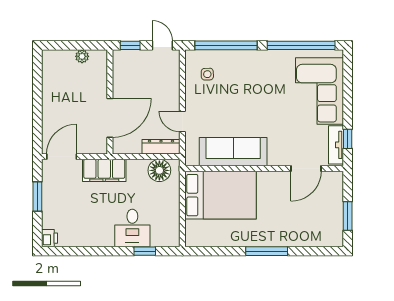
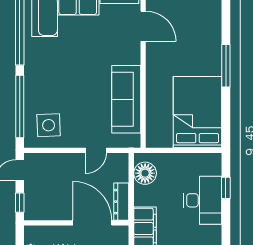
side table: (207, 74) -> (49, 125), width x1.87, depth x1.87
dresser: (161, 147) -> (121, 202), moved
bed: (220, 195) -> (198, 112), moved
desk: (132, 228) -> (203, 200), width x1.37

